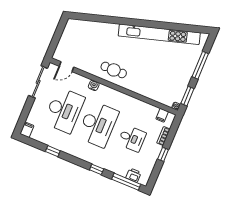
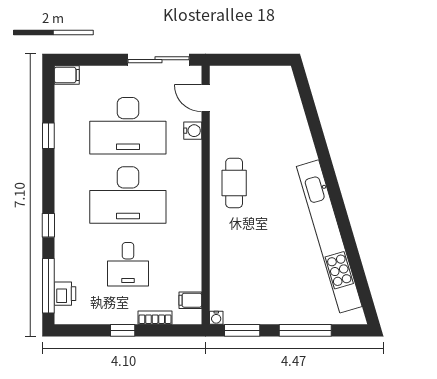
water cooler: (94, 85) -> (193, 131), moved

